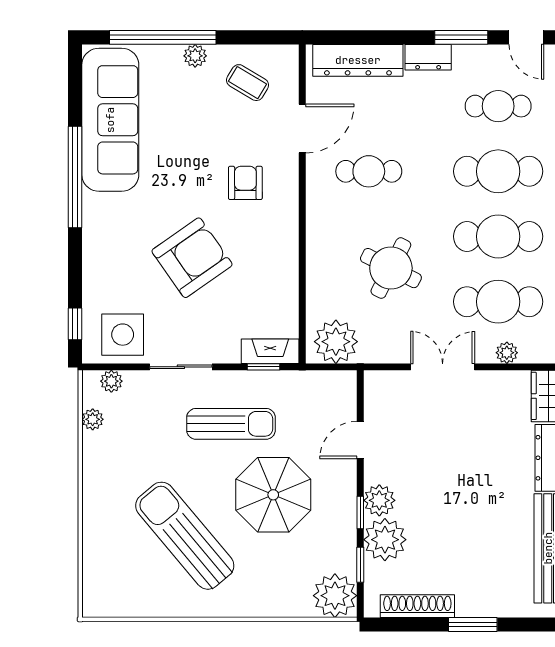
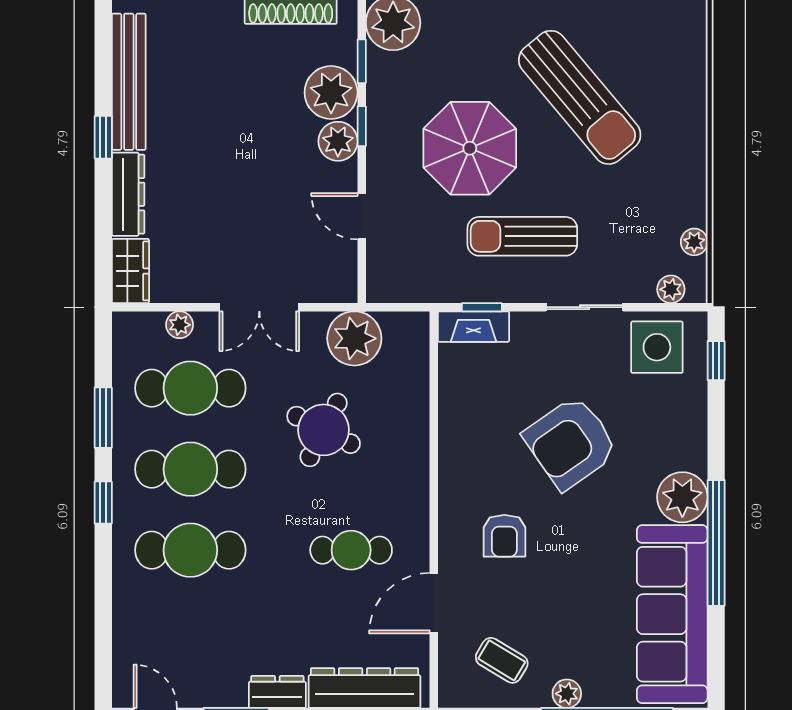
cafe table: (498, 106) -> (190, 631), removed
plant: (102, 214) -> (682, 497), added
plant: (336, 342) -> (354, 338), moved
door: (360, 440) -> (362, 216), swing flipped

